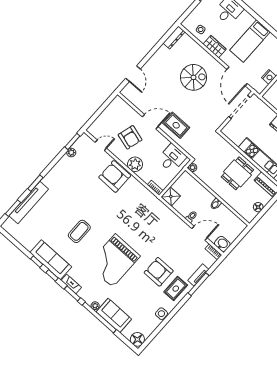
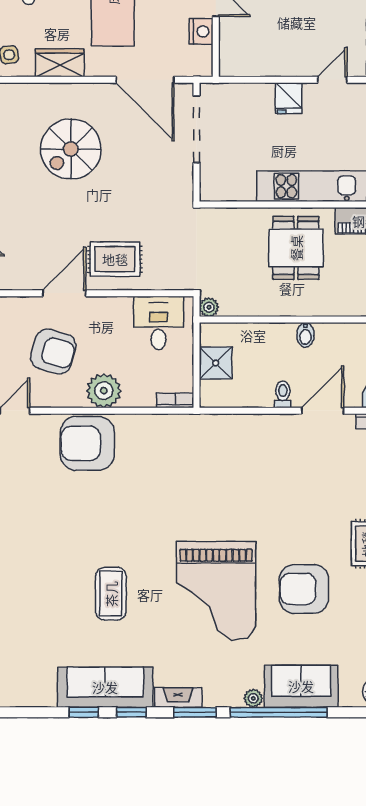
spiral stairs: (193, 77) -> (71, 149), turned 180
shower: (171, 196) -> (216, 363), moved
armchair: (159, 272) -> (304, 589), moved

